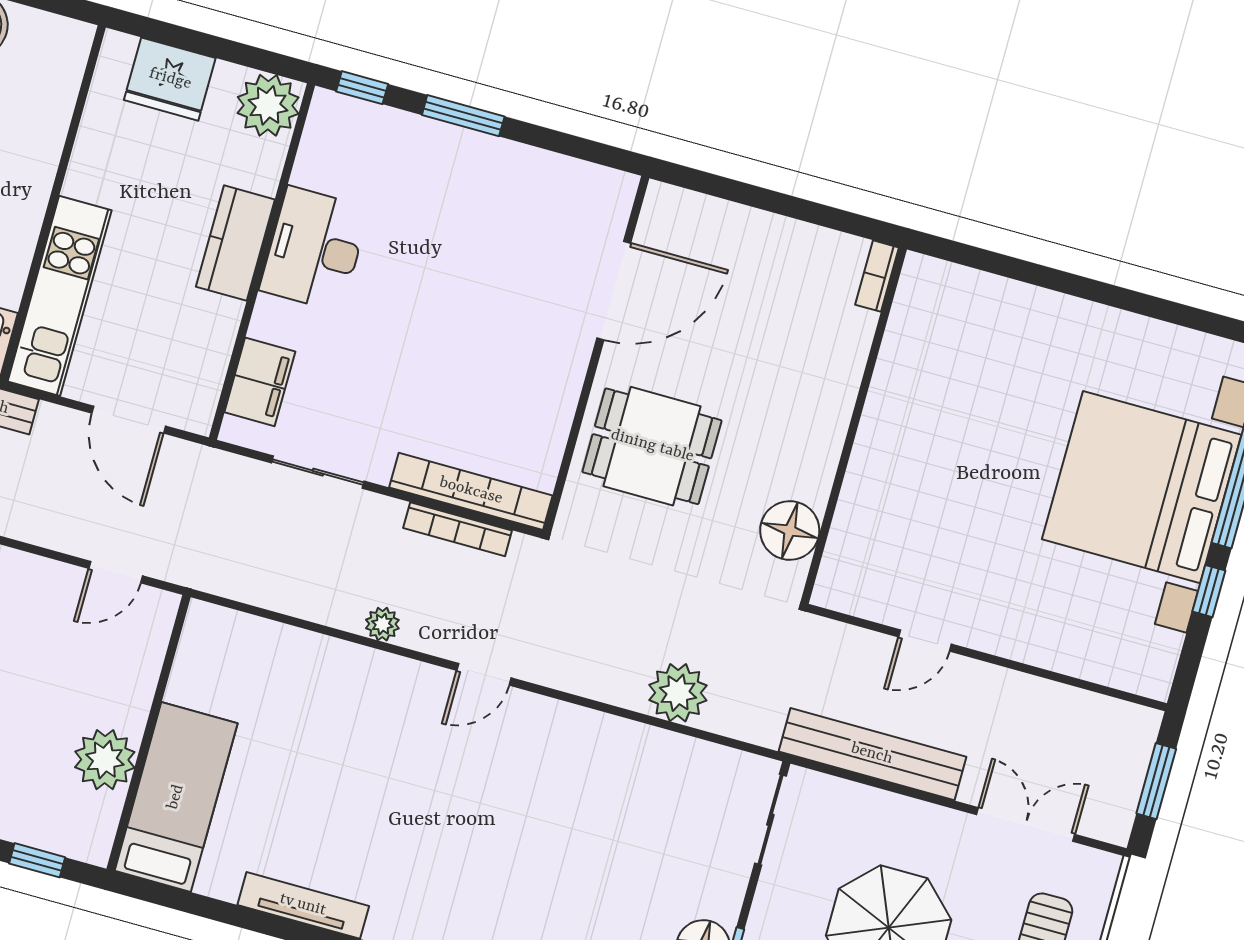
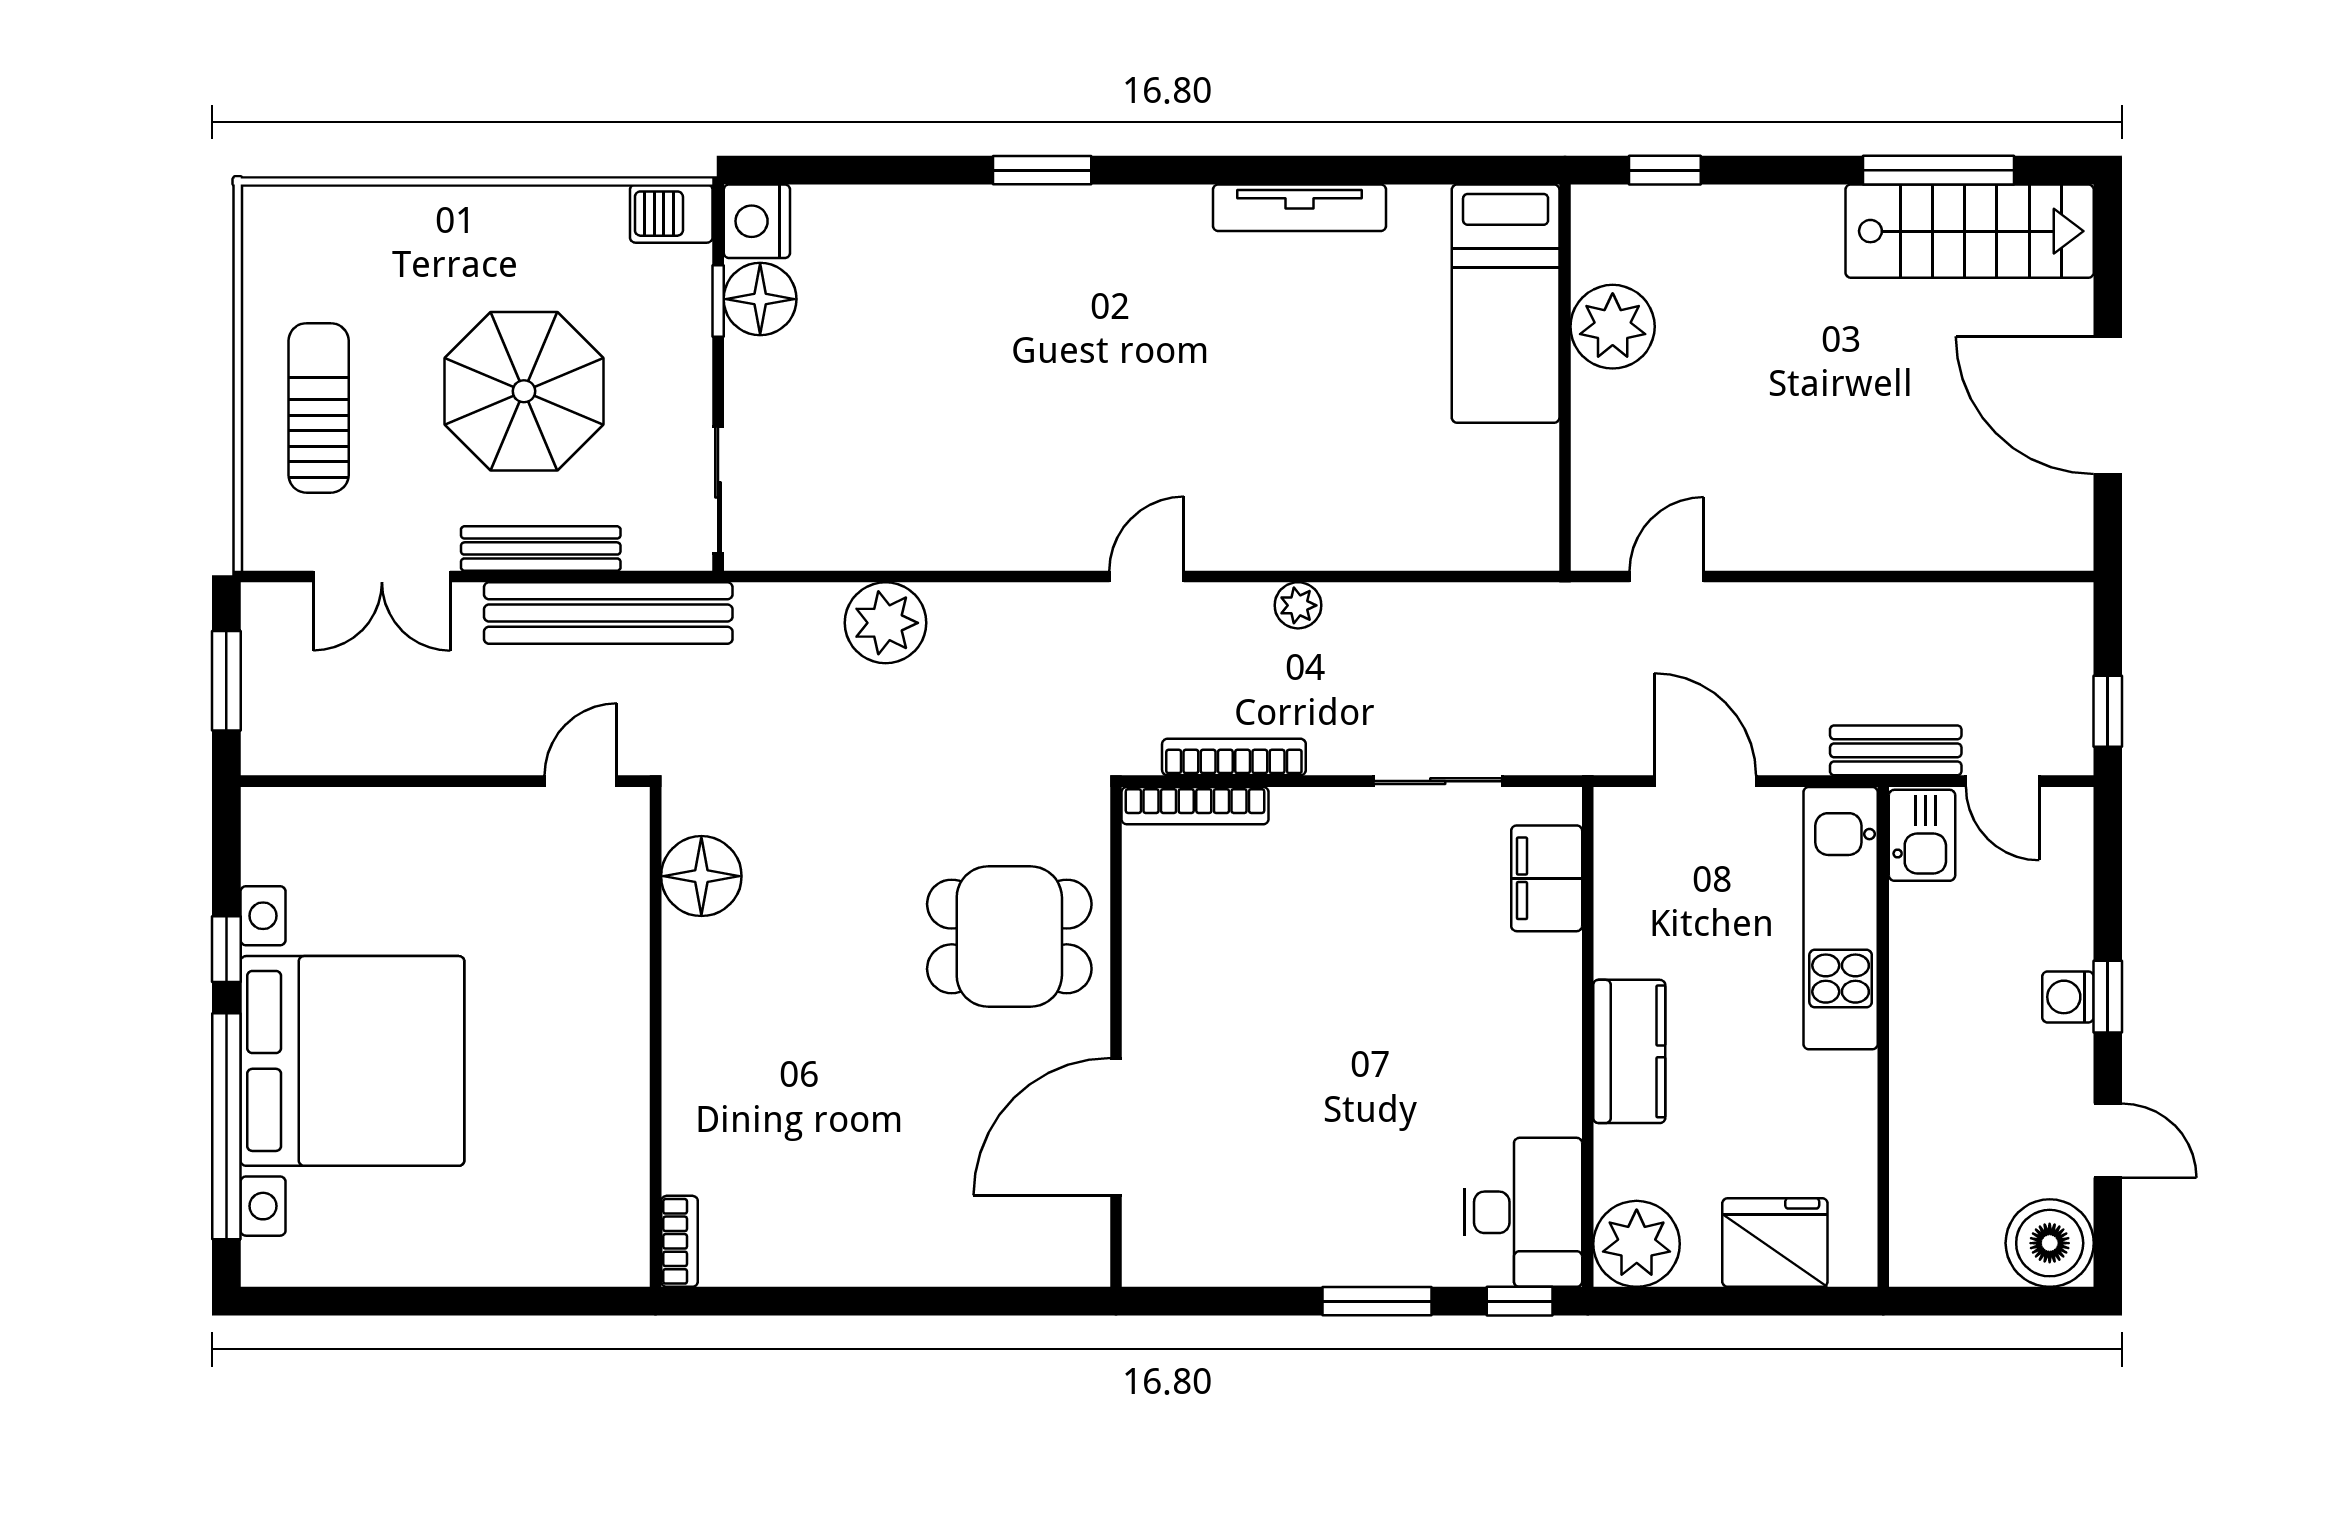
desk: (314, 249) -> (1523, 1212), moved
bookcase: (877, 276) -> (679, 1241), moved
wall: (854, 426) -> (656, 1037), moved
bookcase: (471, 491) -> (1195, 806), width x0.68, depth x0.76
floor lamp: (790, 530) -> (701, 876), moved
bench: (908, 813) -> (541, 548), added

